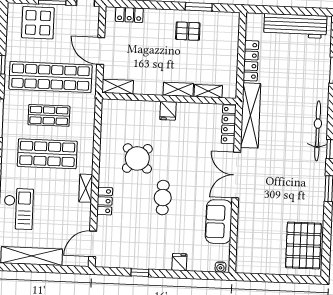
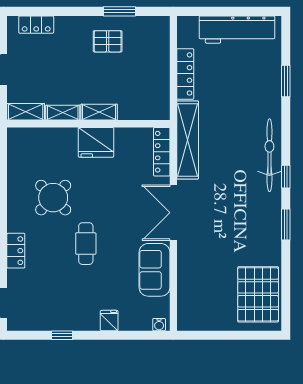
shelving: (208, 91) -> (63, 113), moved
fridge: (168, 111) -> (96, 142), width x1.88, depth x1.34

